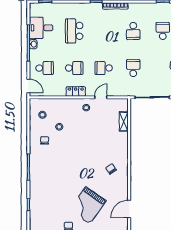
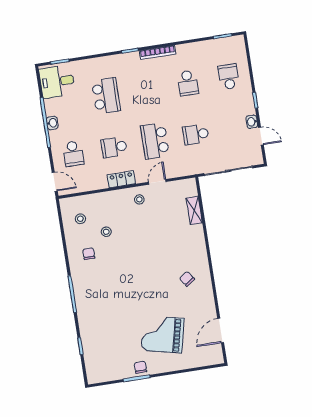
desk: (41, 28) -> (57, 82), moved
school desk: (74, 31) -> (106, 96), turned 180
school desk: (45, 68) -> (73, 154), turned 90
school desk: (74, 68) -> (114, 147), turned 180
school desk: (104, 68) -> (155, 141), width x1.85
school desk: (133, 68) -> (196, 134), turned -90
grand piano: (88, 205) -> (163, 334), turned 68

